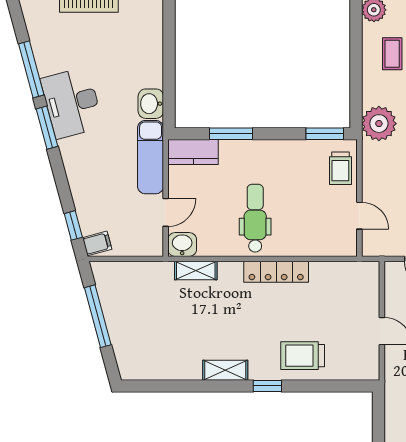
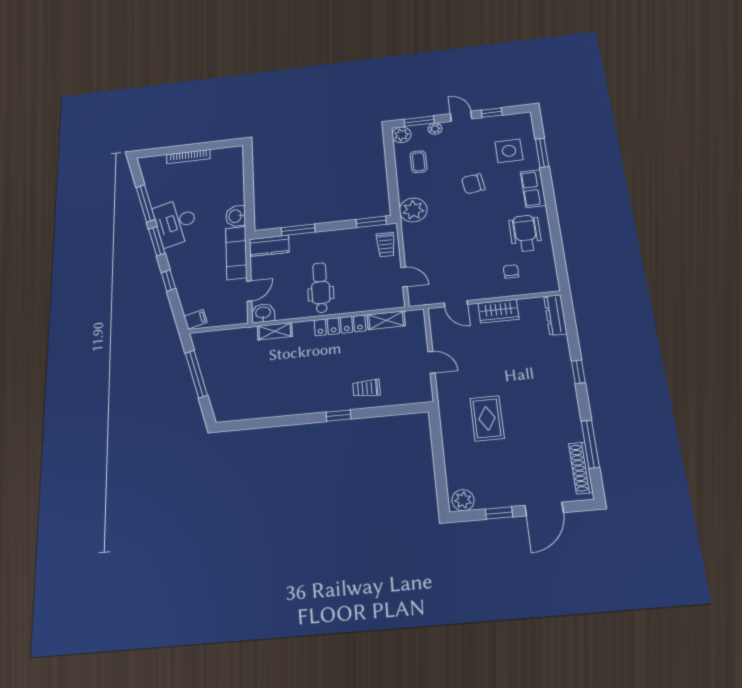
window: (73, 225) -> (168, 281), moved
trolley: (303, 356) -> (367, 388), width x0.73, depth x0.72
shelving: (225, 370) -> (386, 320), moved

